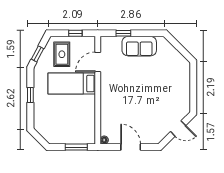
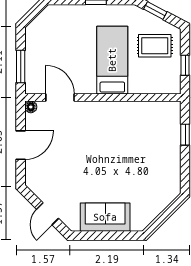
sofa: (139, 46) -> (105, 217), moved, turned 90
door: (98, 62) -> (60, 98), moved

